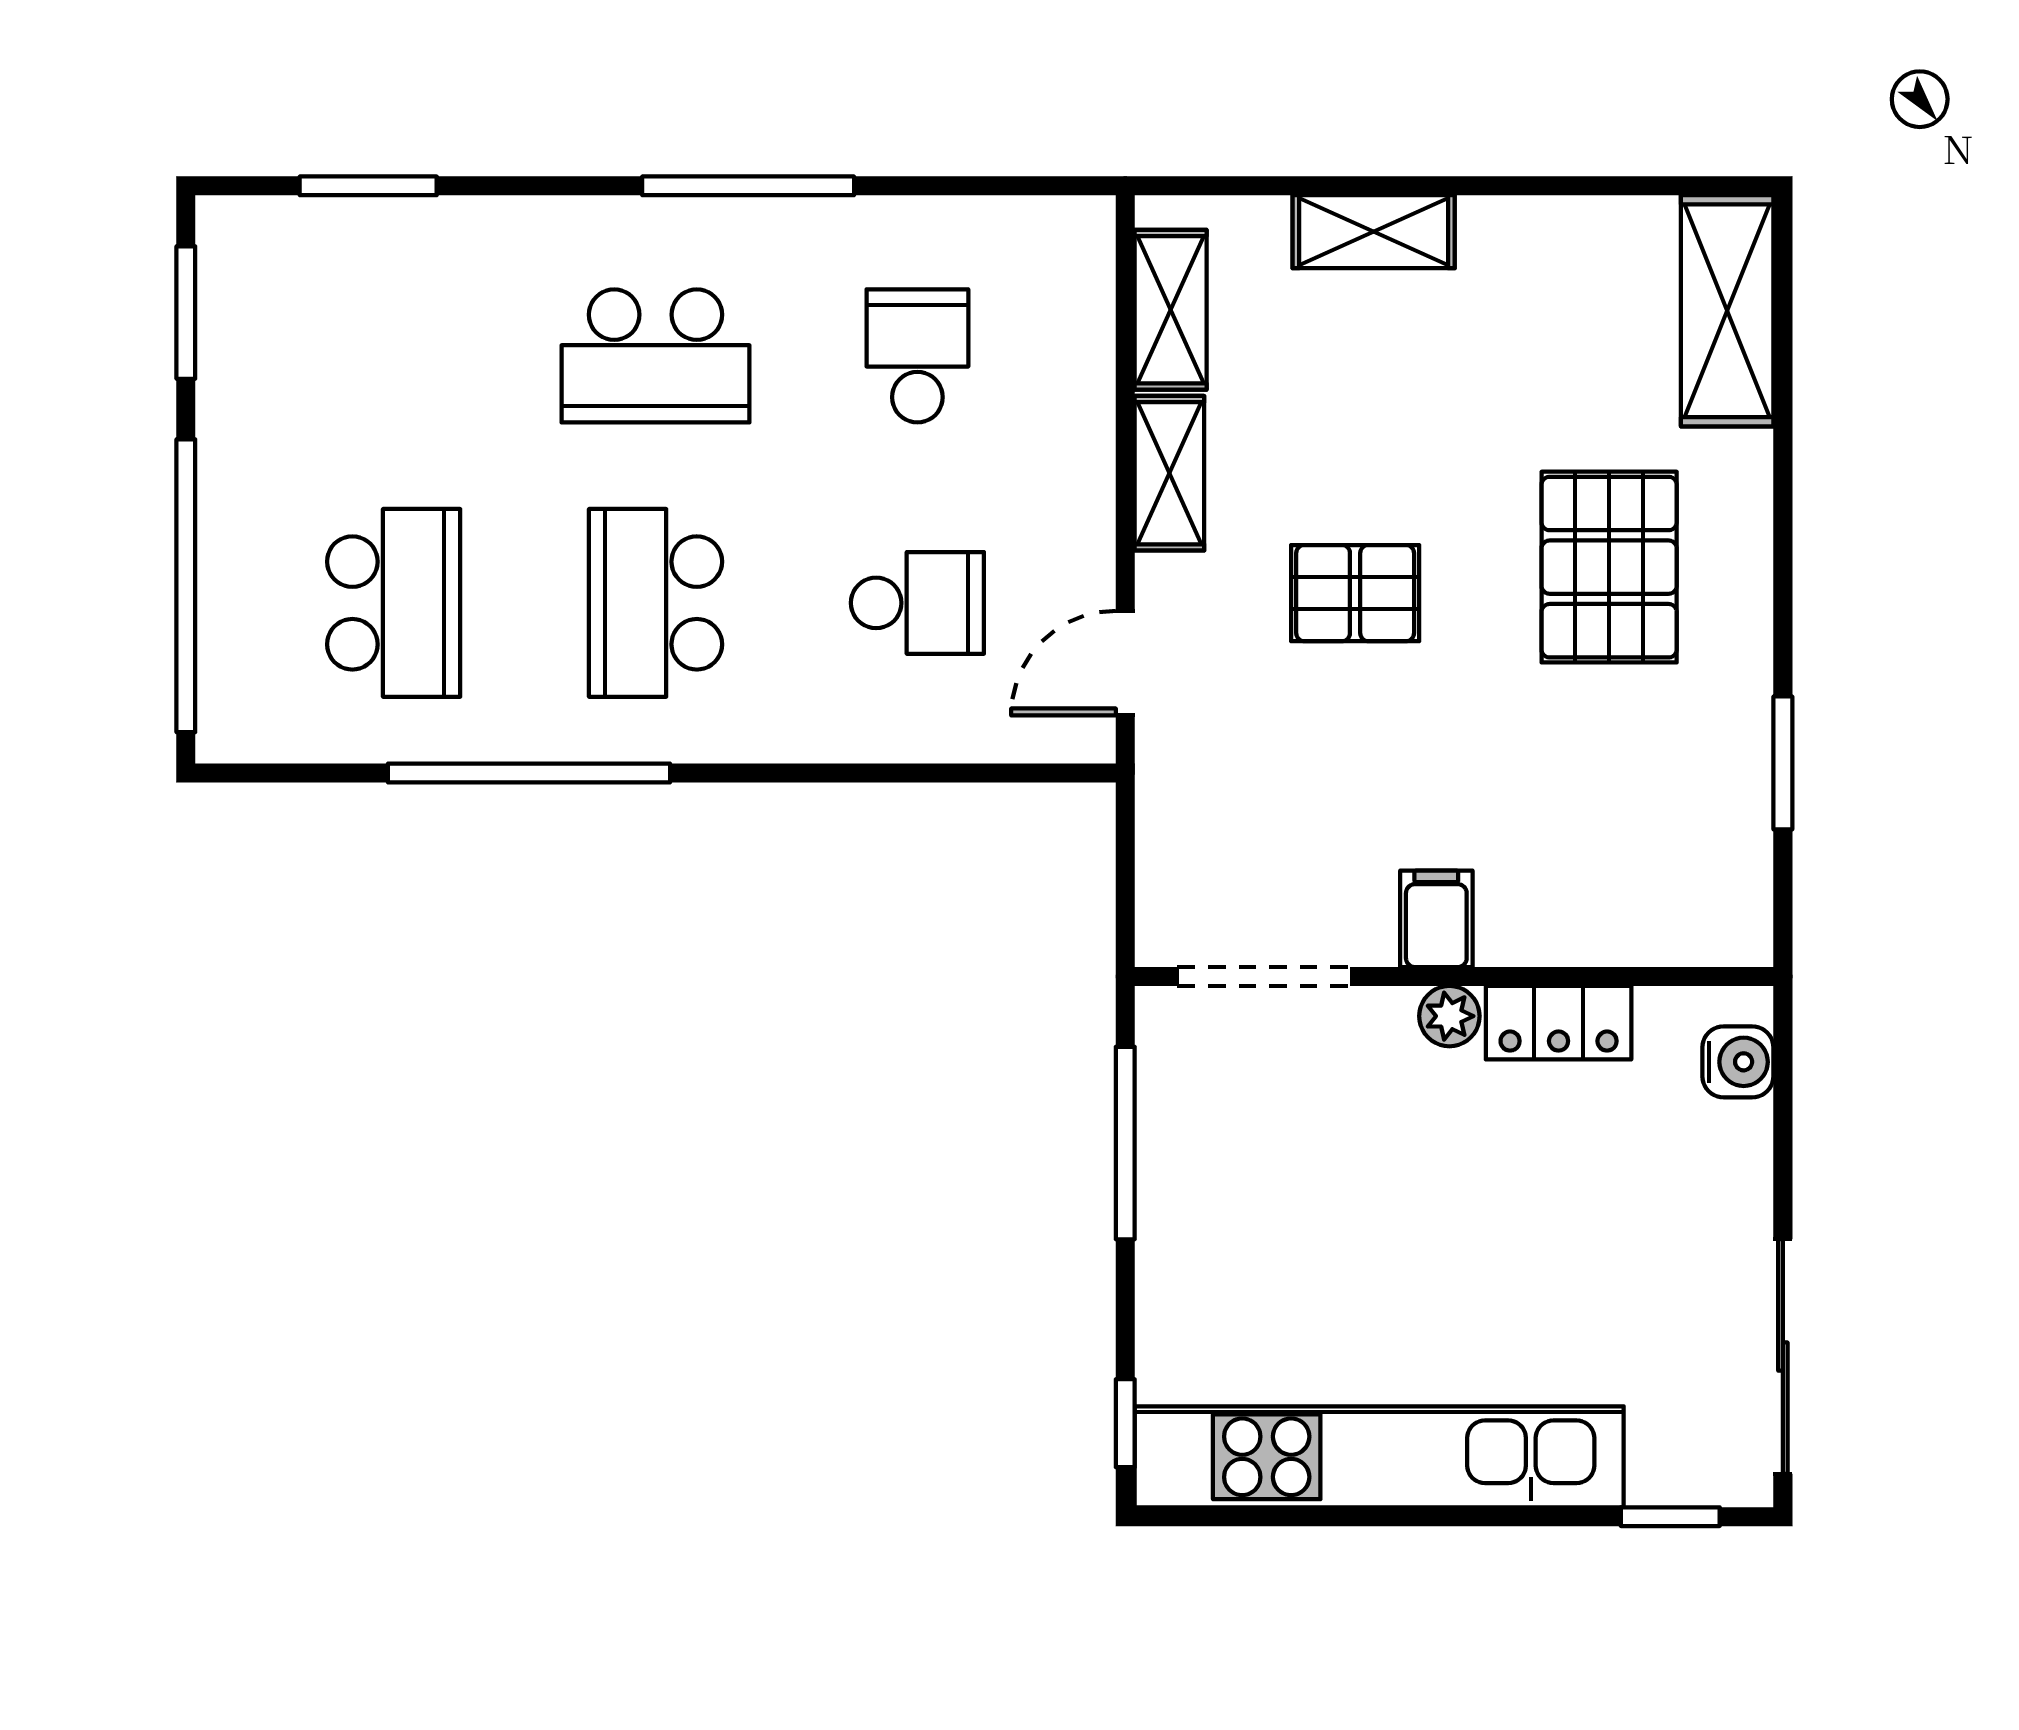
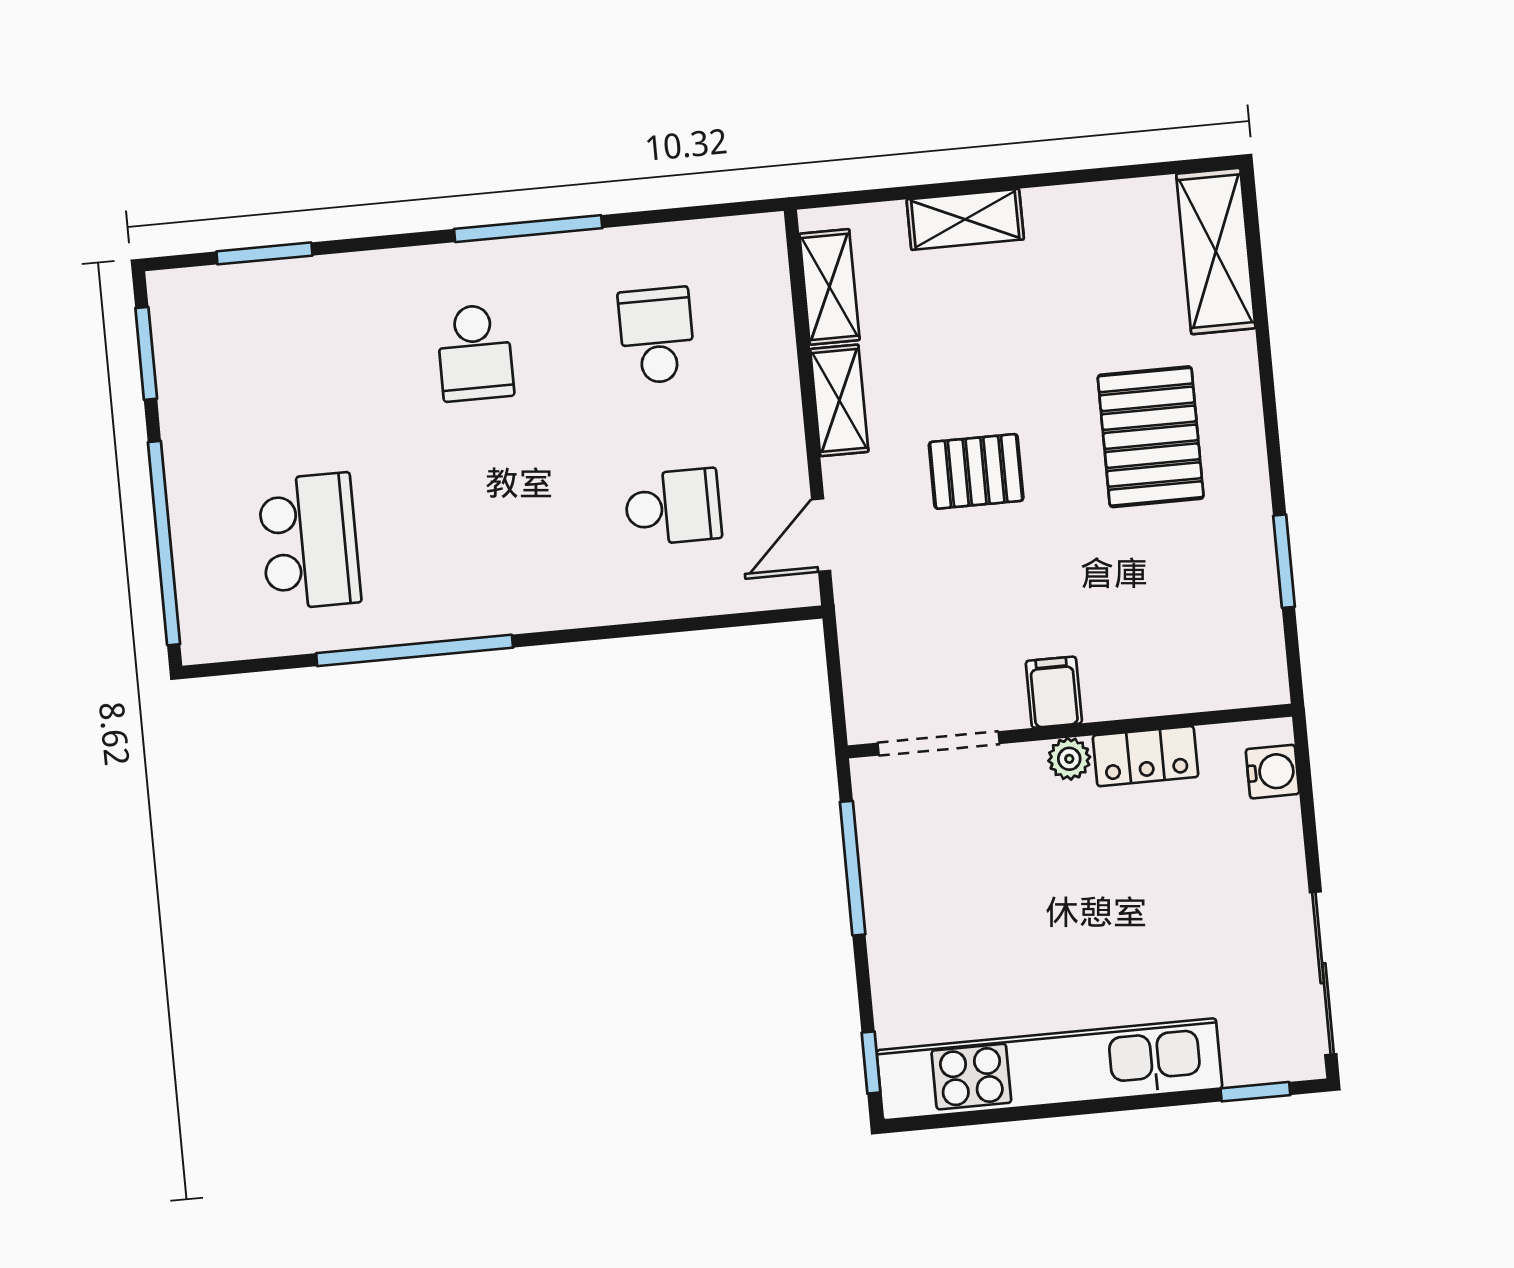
school desk: (656, 356) -> (475, 353), width x0.54
school desk: (656, 603) -> (491, 524), removed

